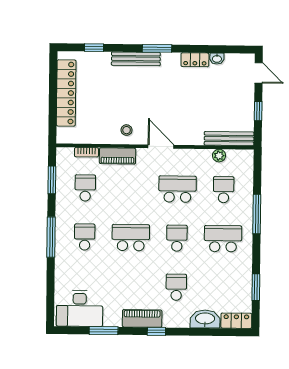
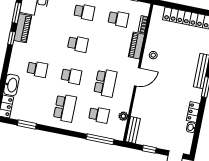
bench: (229, 139) -> (133, 130), width x0.73
window: (257, 214) -> (100, 139), moved
school desk: (131, 238) -> (78, 44), width x0.54
piano: (142, 318) -> (23, 28), moved
window: (156, 331) -> (12, 38), moved

